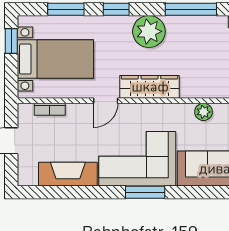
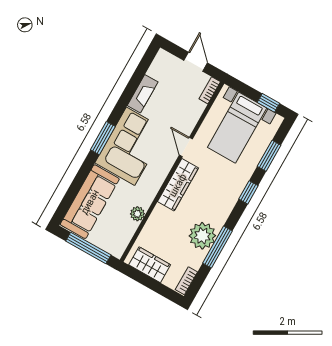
plant: (149, 31) -> (202, 236), moved
bookcase: (50, 109) -> (210, 90), moved
fireplace: (68, 174) -> (143, 94), width x0.73, depth x0.76

